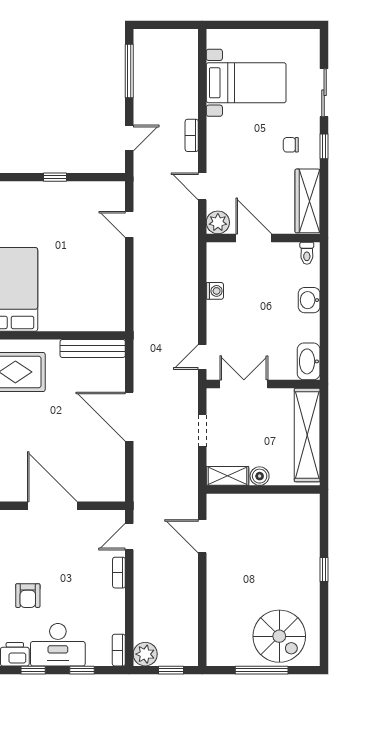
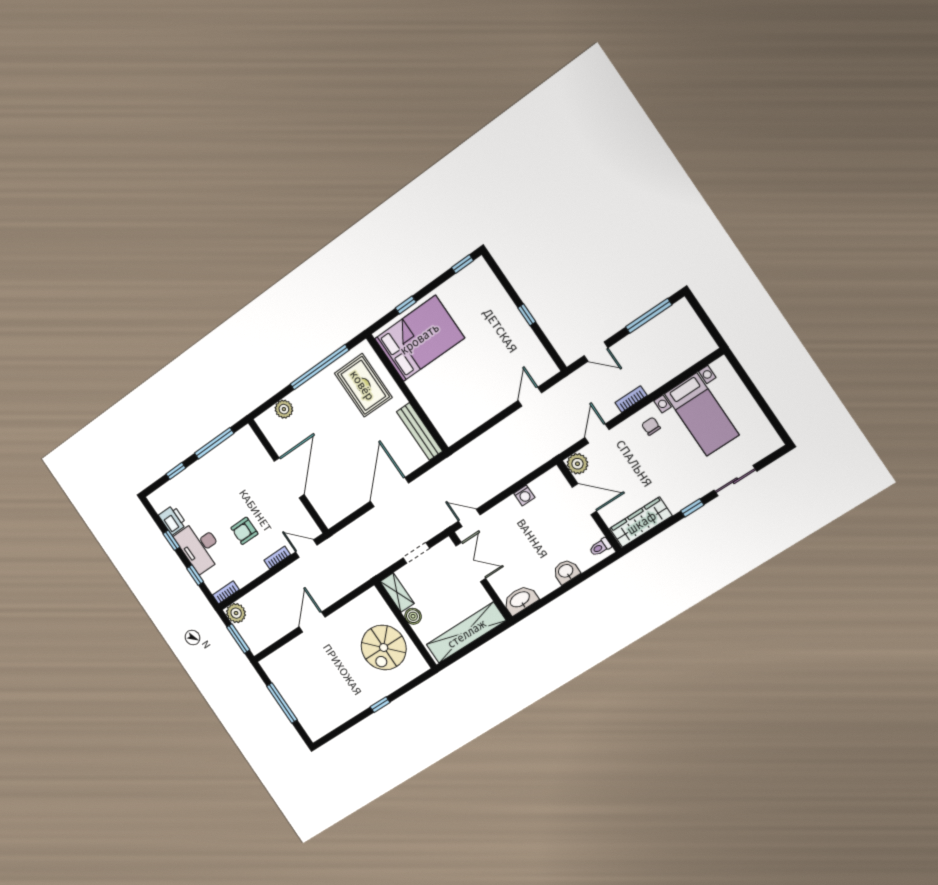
chair: (291, 145) -> (651, 426), moved
door: (254, 238) -> (584, 499), hinge flipped
door: (202, 536) -> (312, 622), moved
armchair: (28, 596) -> (244, 531), moved
spiral stairs: (279, 636) -> (384, 648), moved
window: (171, 670) -> (238, 639), width x1.50

